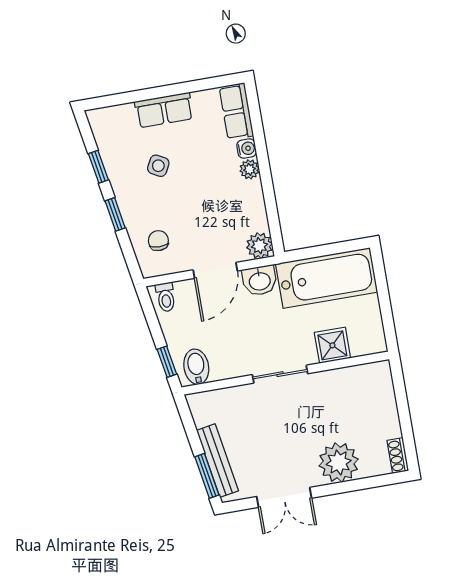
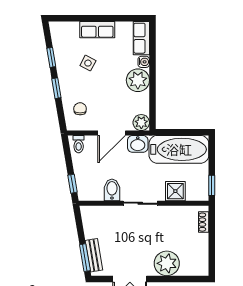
plant: (249, 169) -> (138, 80), width x1.88, depth x1.88
window: (389, 326) -> (212, 185), added
bidet: (196, 367) -> (112, 190), moved
shoe rack: (398, 456) -> (204, 222), moved
bench: (217, 461) -> (94, 255), width x0.73

